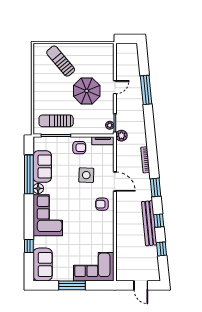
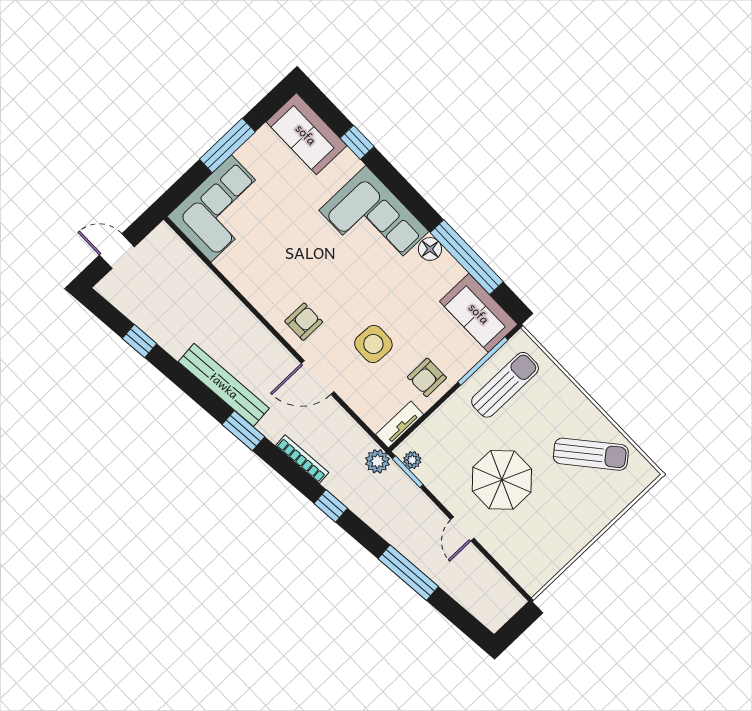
sun lounger: (61, 61) -> (591, 454), moved
sofa: (42, 167) -> (479, 313), moved
window: (159, 221) -> (331, 506), moved
bench: (149, 223) -> (224, 385), moved

